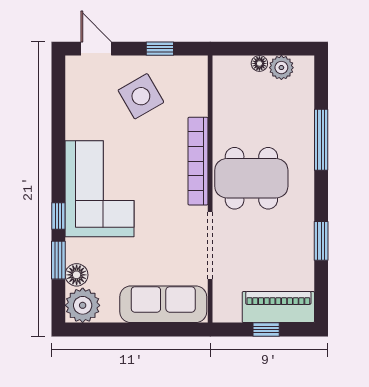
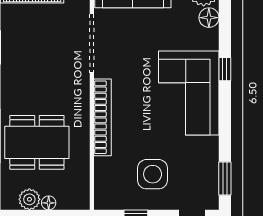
side table: (141, 96) -> (153, 174), turned 30
dining table: (251, 178) -> (37, 142), moved
window: (58, 260) -> (225, 179), moved

